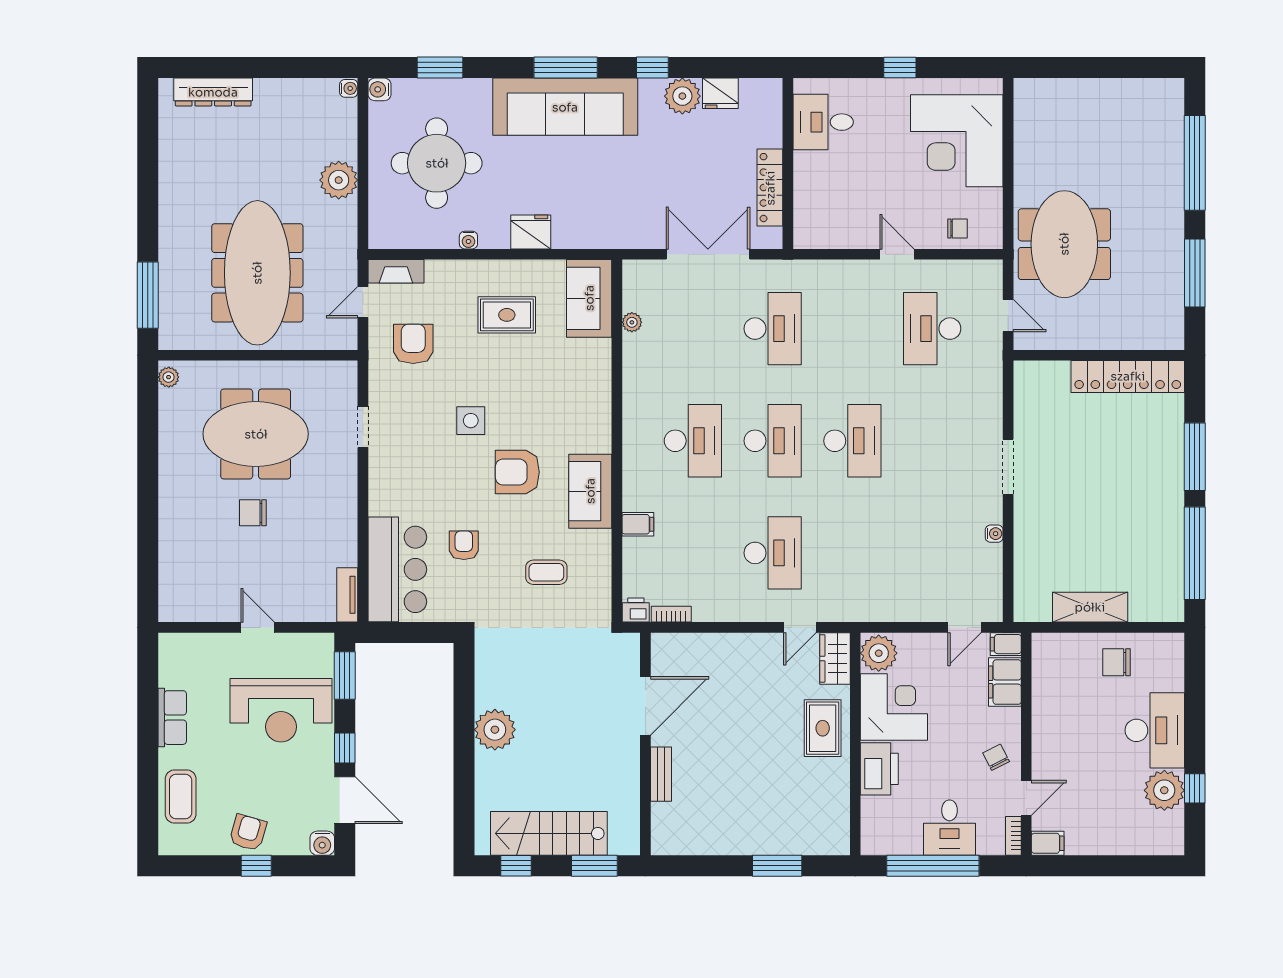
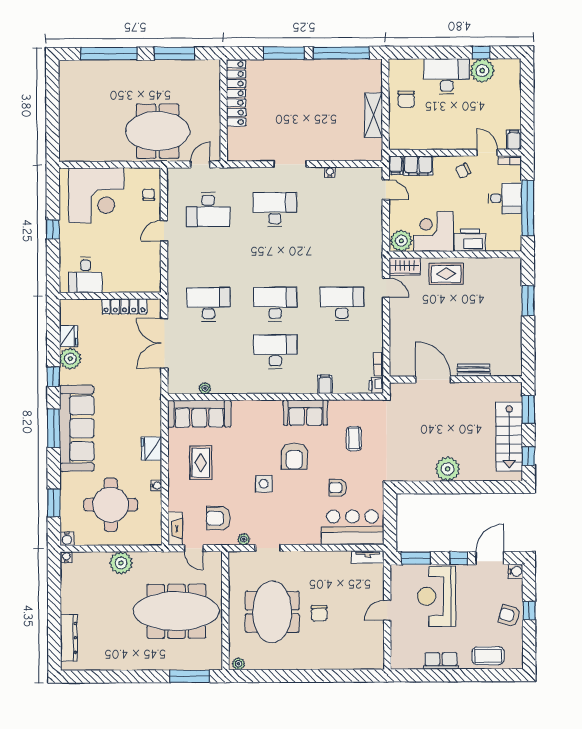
sofa: (589, 298) -> (199, 414), width x1.36
plant: (378, 387) -> (244, 539), added
desk: (852, 441) -> (275, 209), moved
reception desk: (281, 710) -> (436, 596), turned 180

